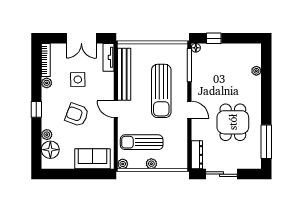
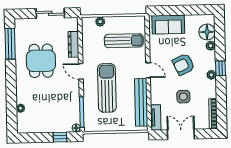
plant: (47, 83) -> (211, 75), moved
armchair: (77, 115) -> (183, 64), turned 135
dresser: (197, 155) -> (73, 44), moved
plant: (123, 164) -> (141, 20), removed
plant: (151, 164) -> (100, 22), moved

